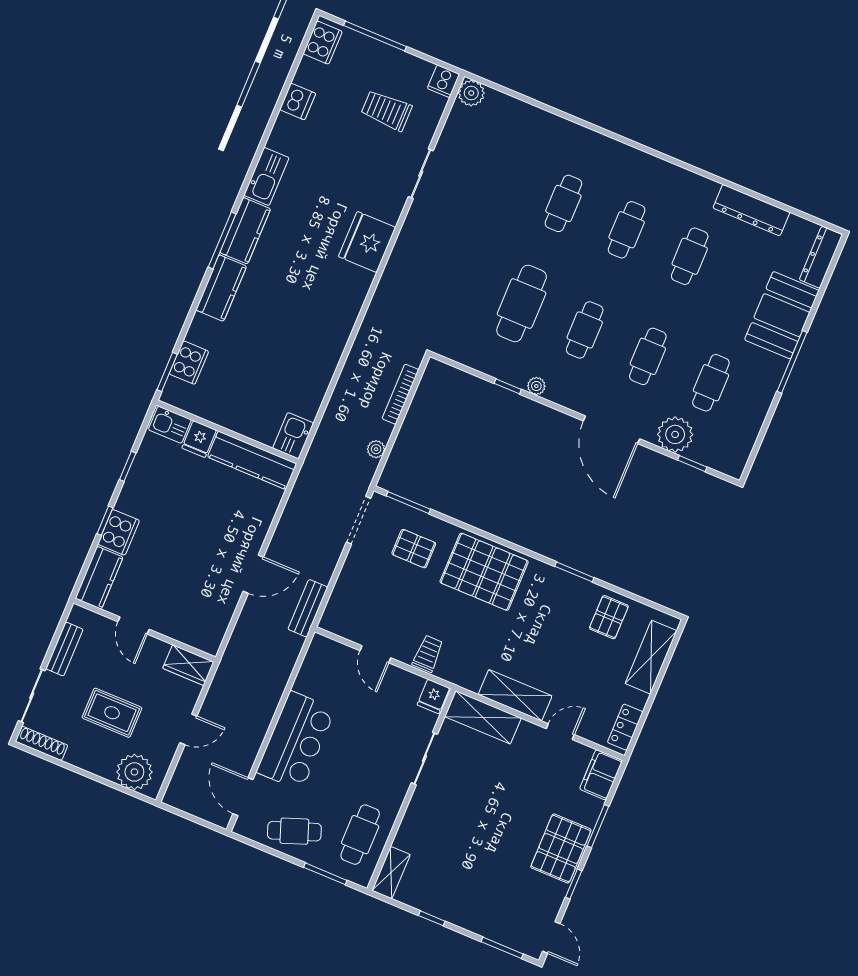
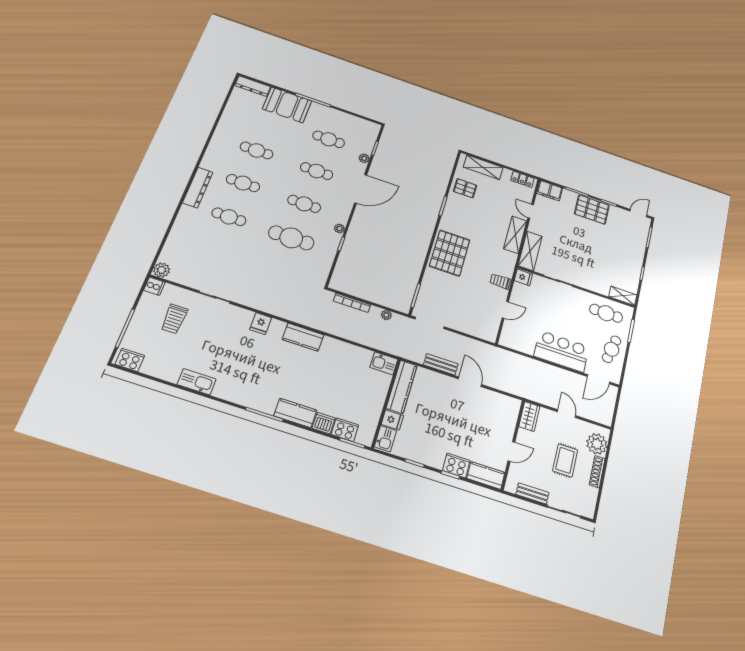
dishwasher: (298, 101) -> (324, 423), moved
kitchen sink: (266, 176) -> (197, 382), moved
dresser: (751, 210) -> (198, 188), moved
kitchen counter: (245, 231) -> (303, 337), moved, turned 180
fridge: (367, 242) -> (261, 323), width x0.53, depth x0.75
plant: (675, 434) -> (364, 158), width x0.53, depth x0.53
pallet: (414, 549) -> (442, 291), removed
bench: (308, 608) -> (441, 364), moved
shoe rack: (42, 743) -> (597, 472), moved
cafe table: (294, 831) -> (612, 349), turned 33

